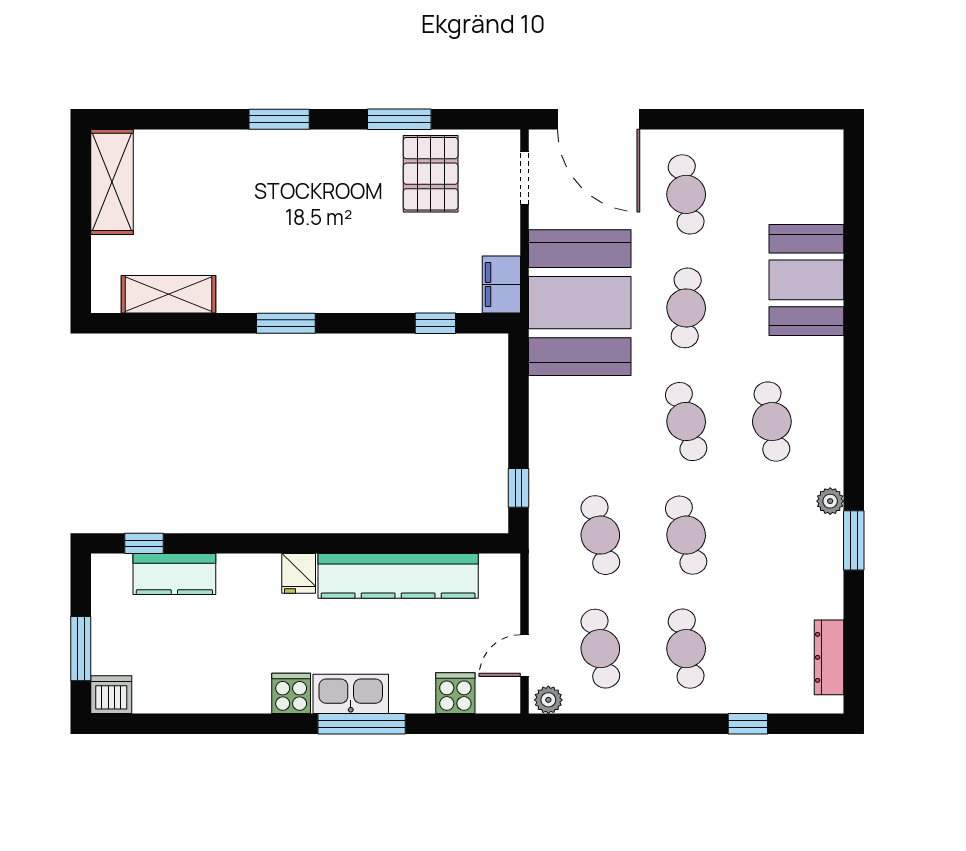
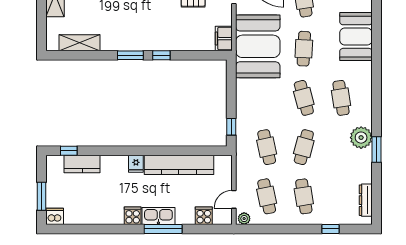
window: (435, 323) -> (161, 55), moved
plant: (830, 501) -> (361, 138), width x1.87, depth x1.87
cafe table: (686, 535) -> (304, 147), turned 30

